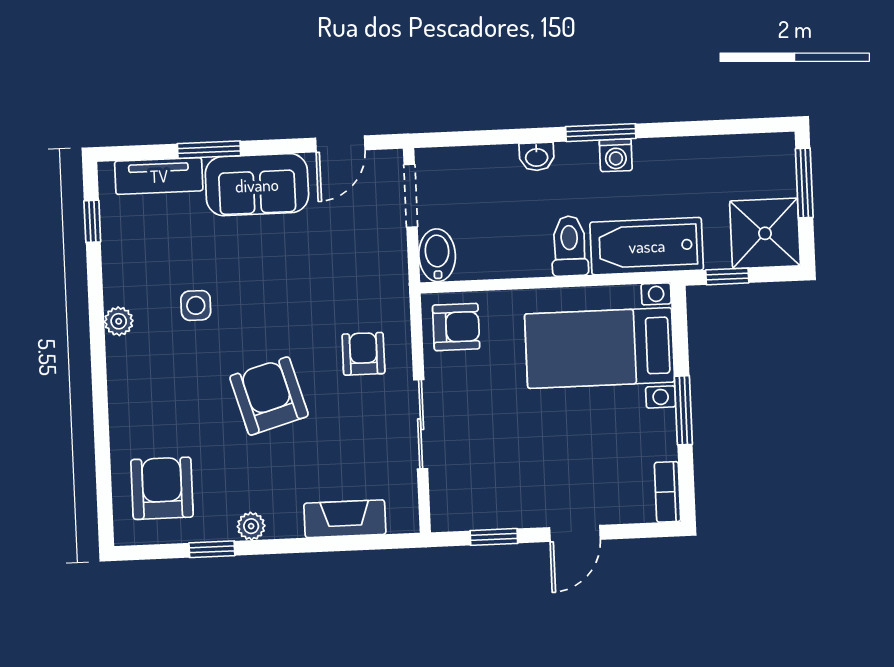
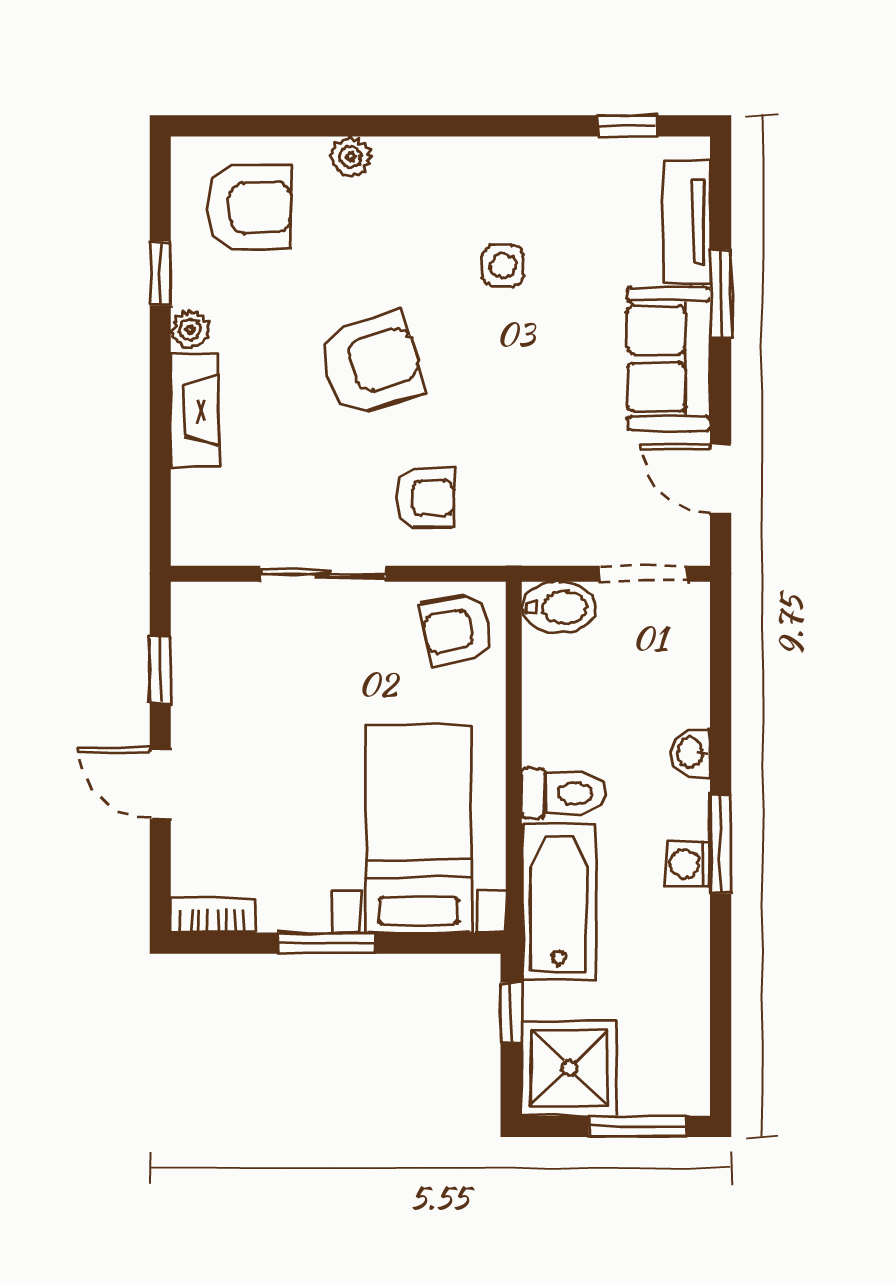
plant: (119, 321) -> (350, 157), moved
armchair: (456, 327) -> (457, 629), turned 79
fireplace: (345, 519) -> (195, 410), moved

